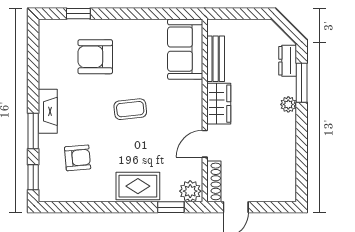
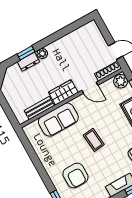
sofa: (185, 49) -> (58, 120), moved
dresser: (288, 61) -> (28, 62), moved
window: (302, 83) -> (26, 53), width x0.67

